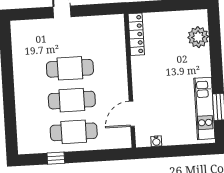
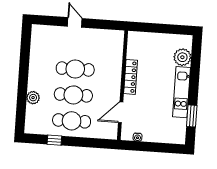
locker: (136, 34) -> (131, 77), moved
kitchen unit: (204, 108) -> (182, 92), moved
plant: (23, 110) -> (33, 98), added

